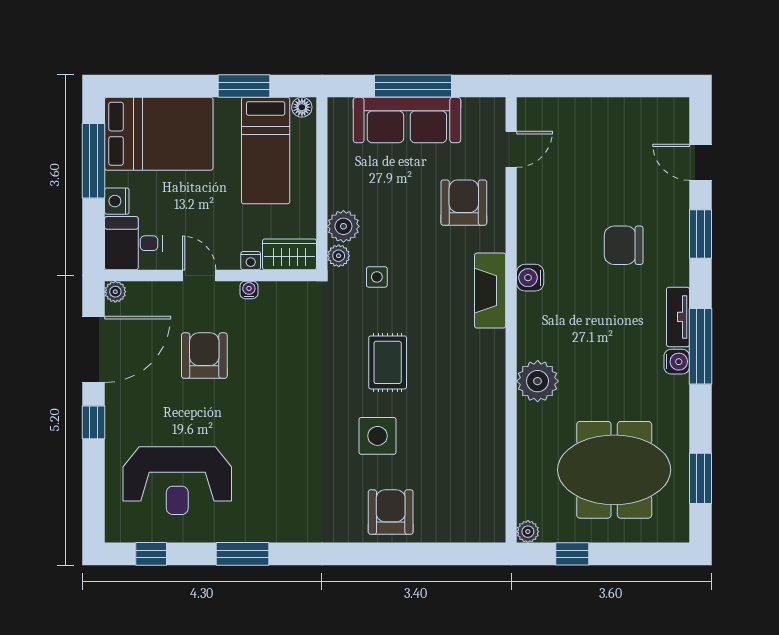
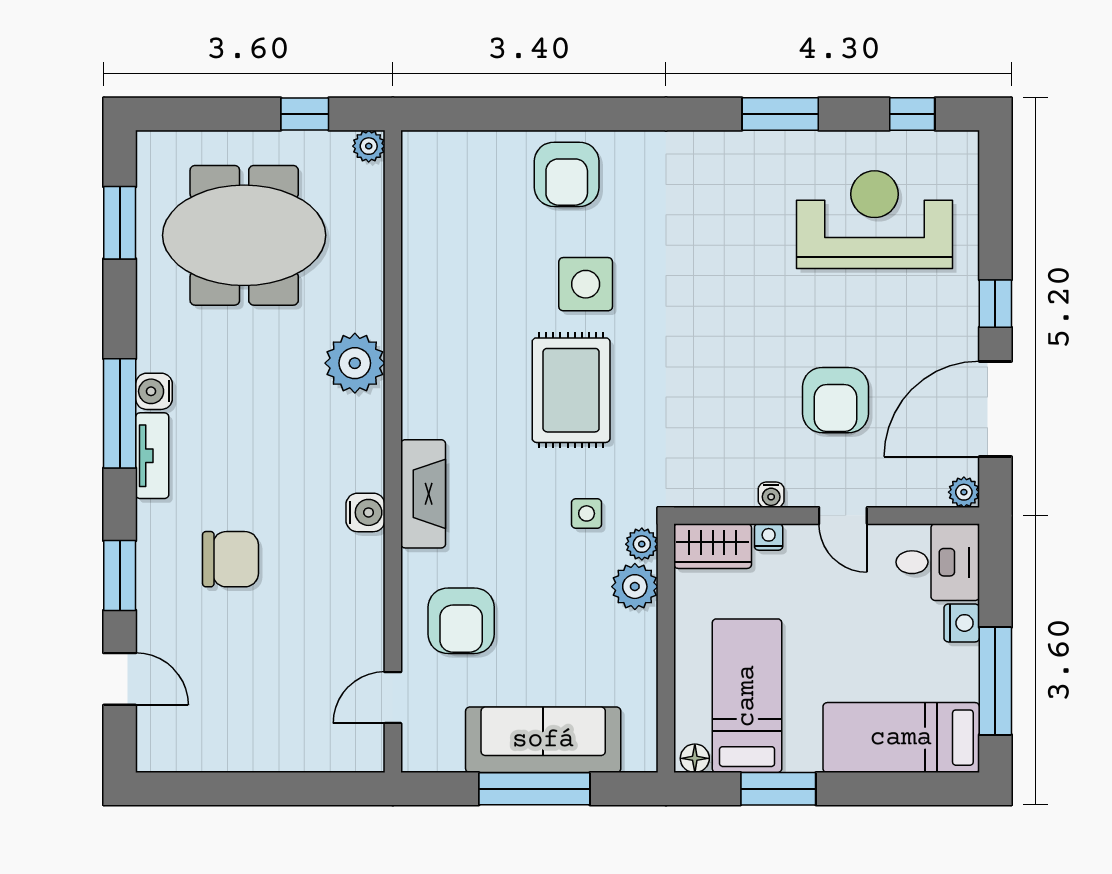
bed: (159, 134) -> (901, 738), width x0.67
rug: (388, 362) -> (571, 390), width x1.36, depth x1.43

